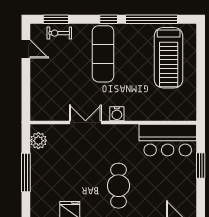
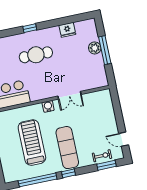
treadmill: (169, 58) -> (32, 143), moved
plant: (38, 141) -> (95, 48), moved
cafe table: (118, 186) -> (36, 55), turned 90

